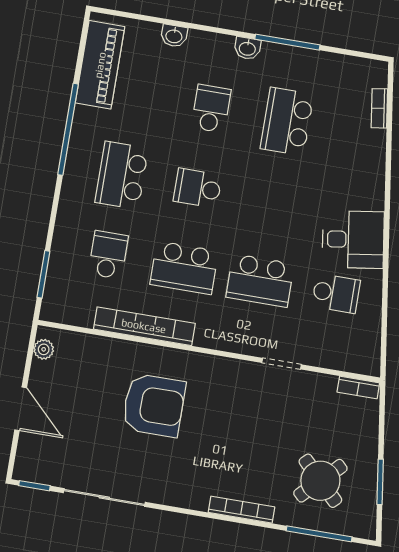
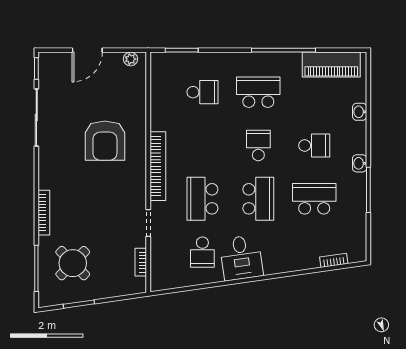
school desk: (184, 268) -> (258, 199), moved, turned 180
bookcase: (144, 326) -> (158, 166), moved
bookcase: (358, 387) -> (141, 262), moved

